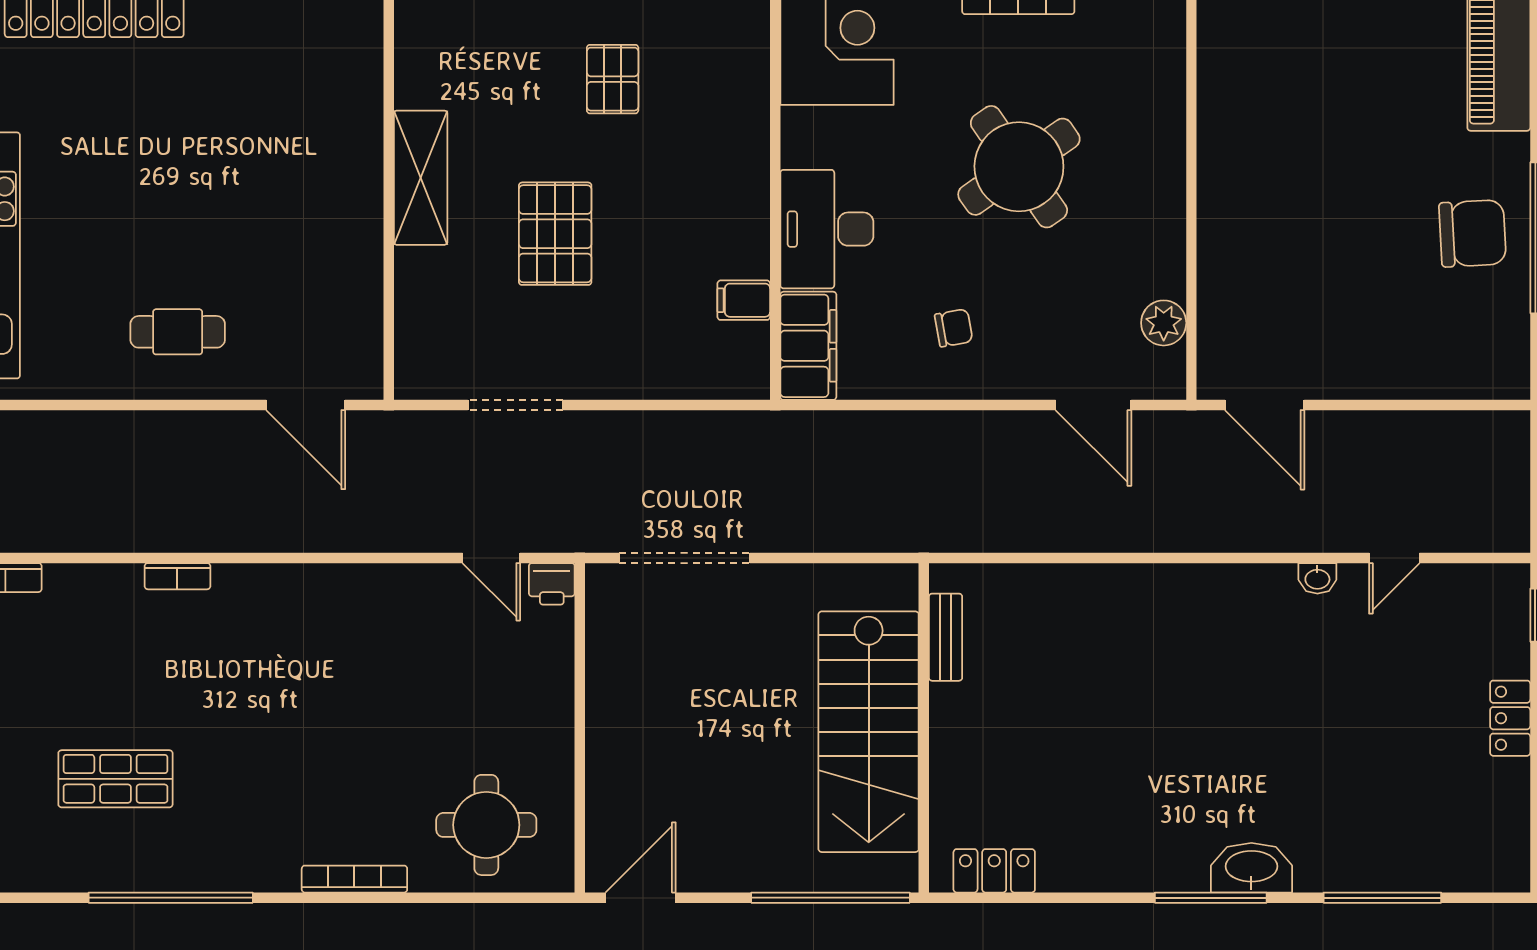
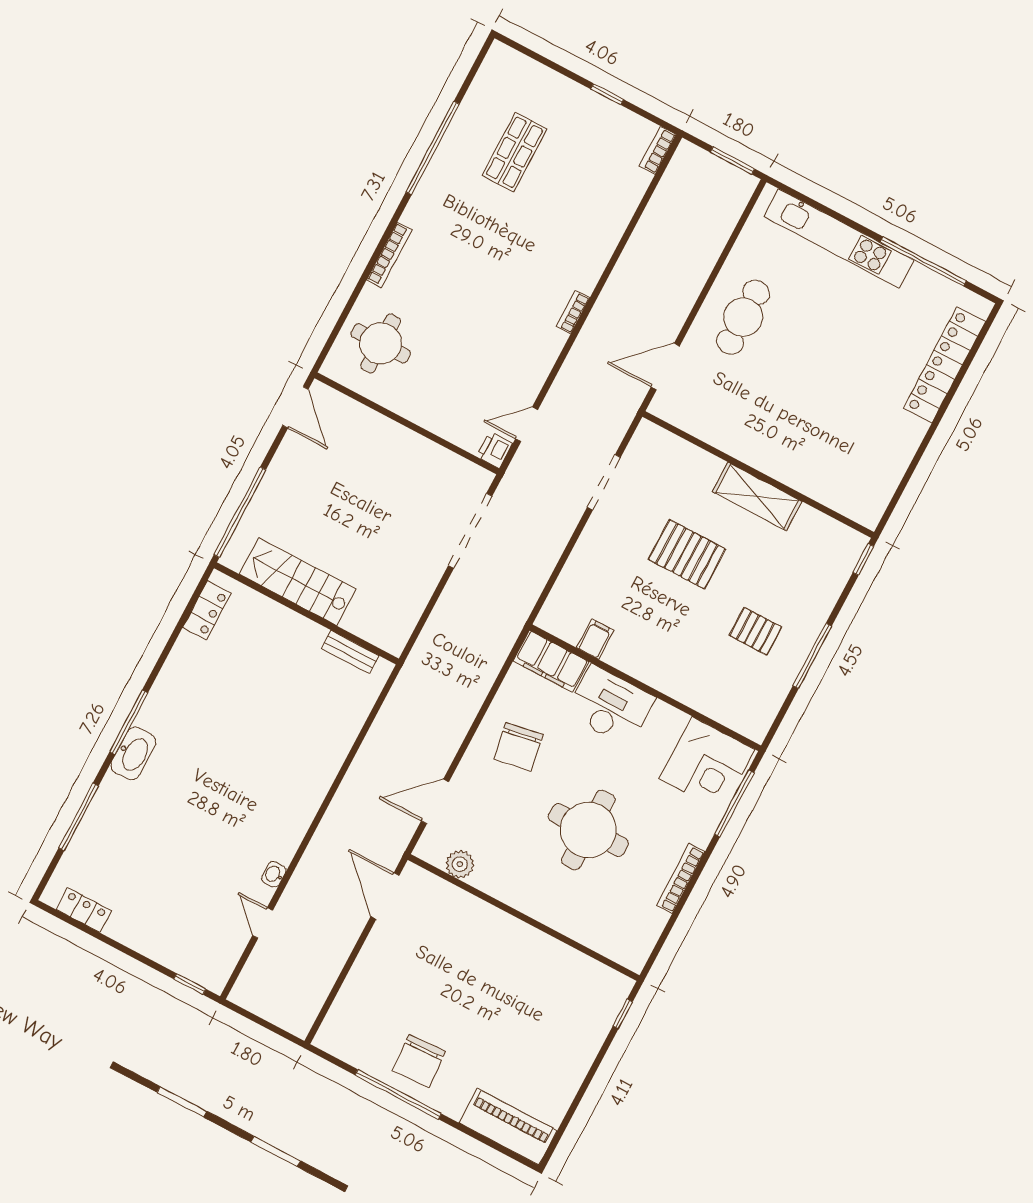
round table: (1019, 167) -> (588, 830), turned 35
chair: (954, 328) -> (518, 747), width x1.87, depth x1.87
cafe table: (178, 332) -> (743, 317), width x1.37, depth x1.35
door: (1265, 405) -> (385, 896), hinge flipped
bookcase: (177, 576) -> (573, 312), moved
locker: (1510, 718) -> (84, 910), moved
stairs: (869, 732) -> (298, 582), width x0.73, depth x0.66

